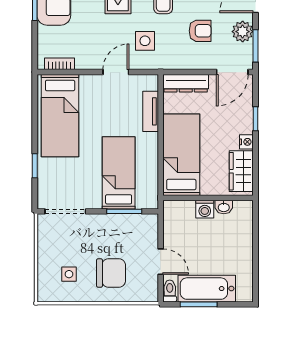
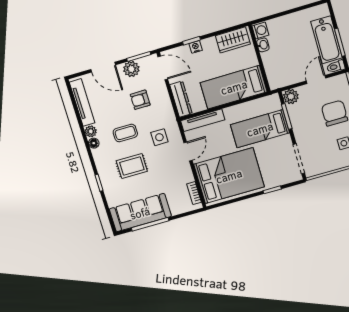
armchair: (200, 31) -> (140, 100), turned -90
door: (116, 72) -> (188, 151), swing flipped
tv unit: (151, 111) -> (203, 120), width x1.41
bed: (60, 116) -> (229, 176), width x1.50
nightstand: (246, 142) -> (196, 47), moved
washing machine: (205, 209) -> (260, 30), moved
plant: (148, 224) -> (291, 97), added

